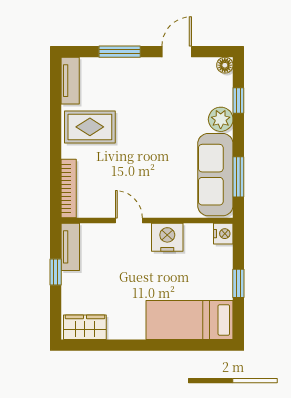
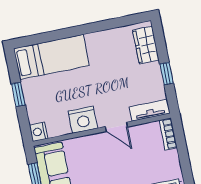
bookcase: (69, 188) -> (168, 134), width x0.64
tv unit: (70, 247) -> (150, 110), moved, turned 90
wardrobe: (85, 327) -> (146, 45), moved, turned 90

